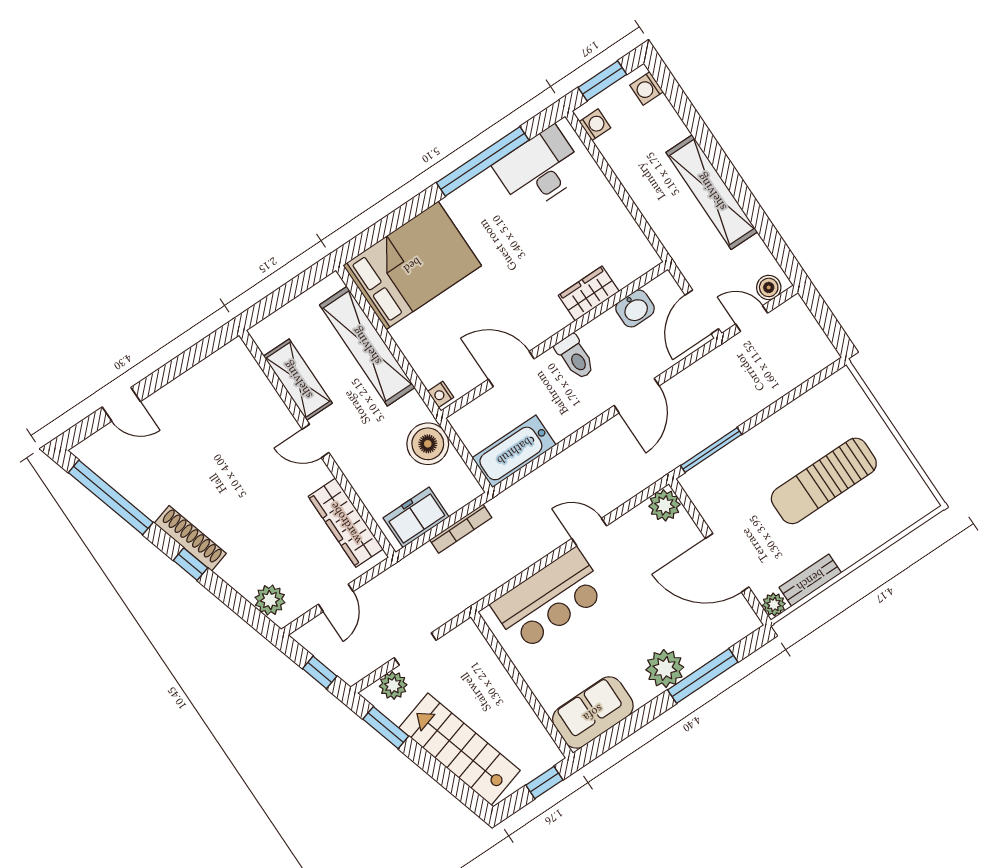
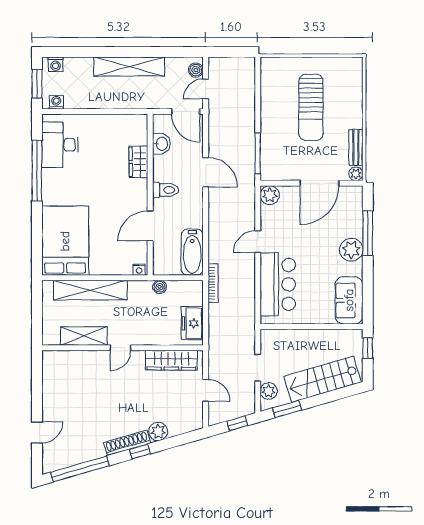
boiler: (428, 444) -> (159, 287), width x0.54, depth x0.54
bookcase: (461, 529) -> (213, 283), moved
plant: (270, 600) -> (158, 432), moved

